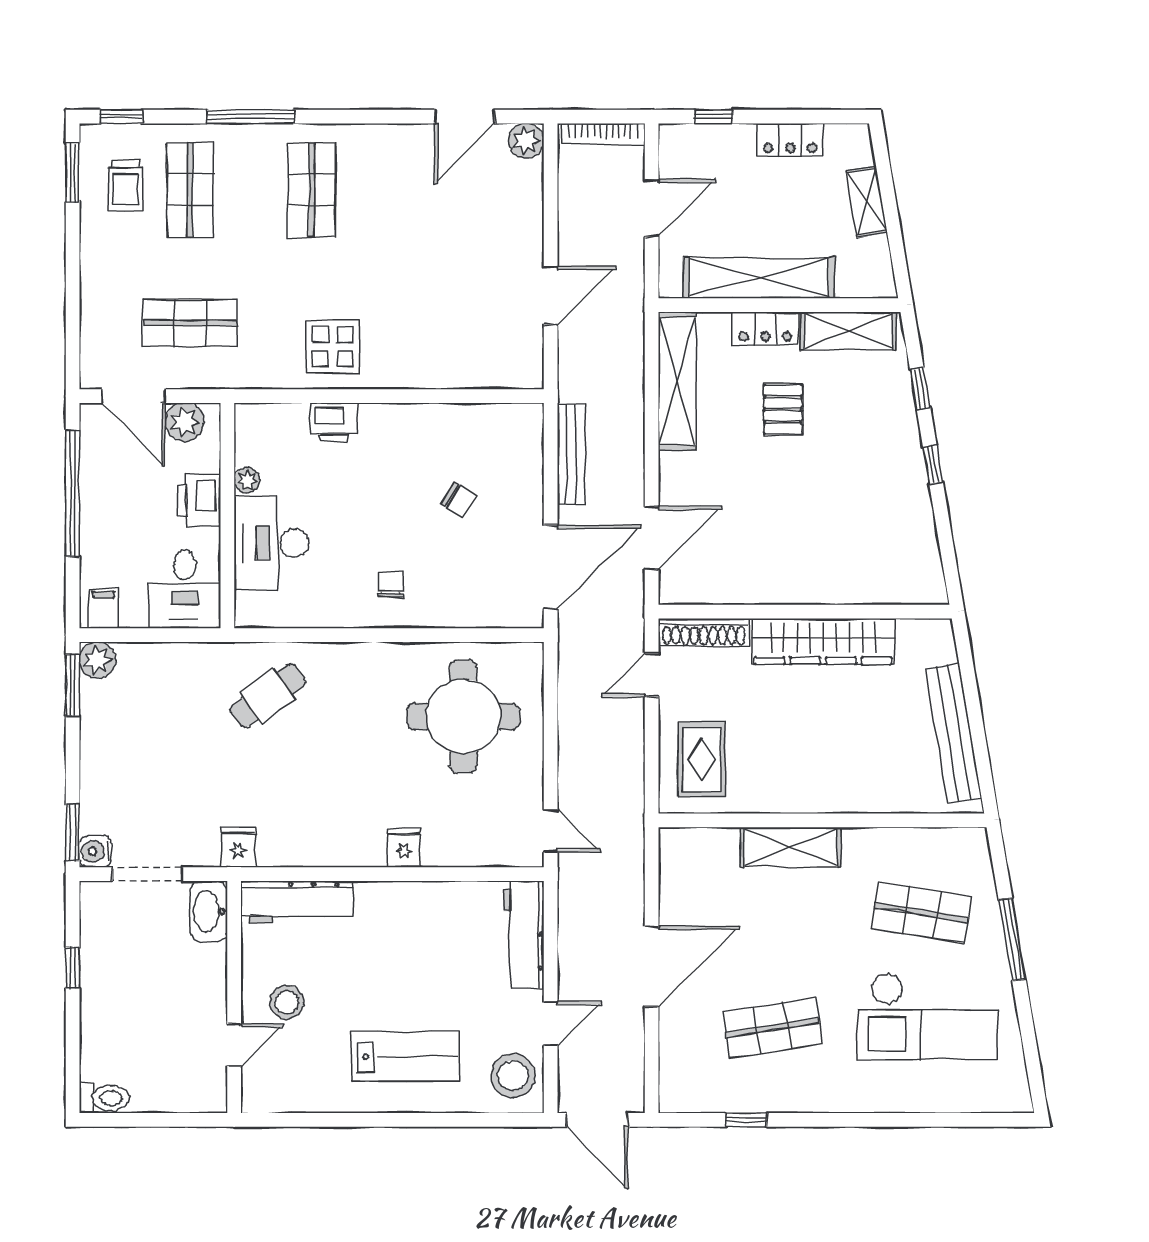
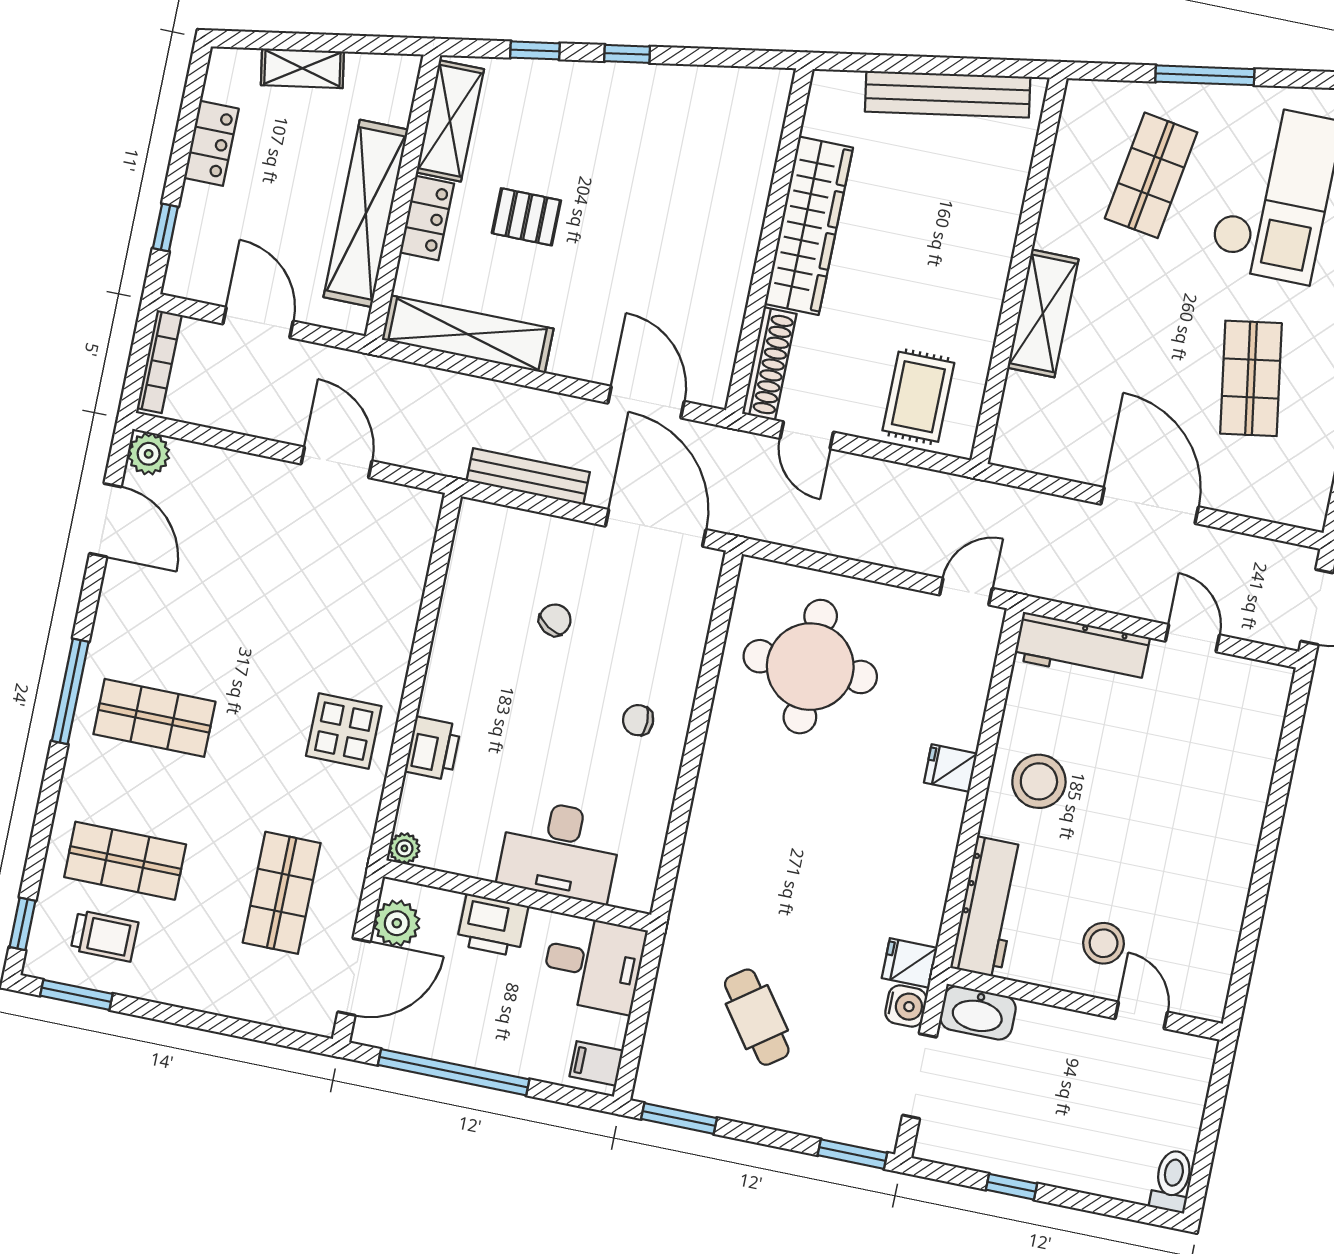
window: (250, 117) -> (70, 691), moved
plant: (247, 480) -> (404, 848), moved
plant: (98, 660) -> (656, 1083), removed
cafe table: (268, 696) -> (757, 1017), moved
rug: (702, 759) -> (918, 397), turned 90
water cooler: (95, 851) -> (906, 1006), moved, turned -90
lab bench: (405, 1057) -> (1196, 817), removed
stool: (513, 1076) -> (1039, 781), moved

